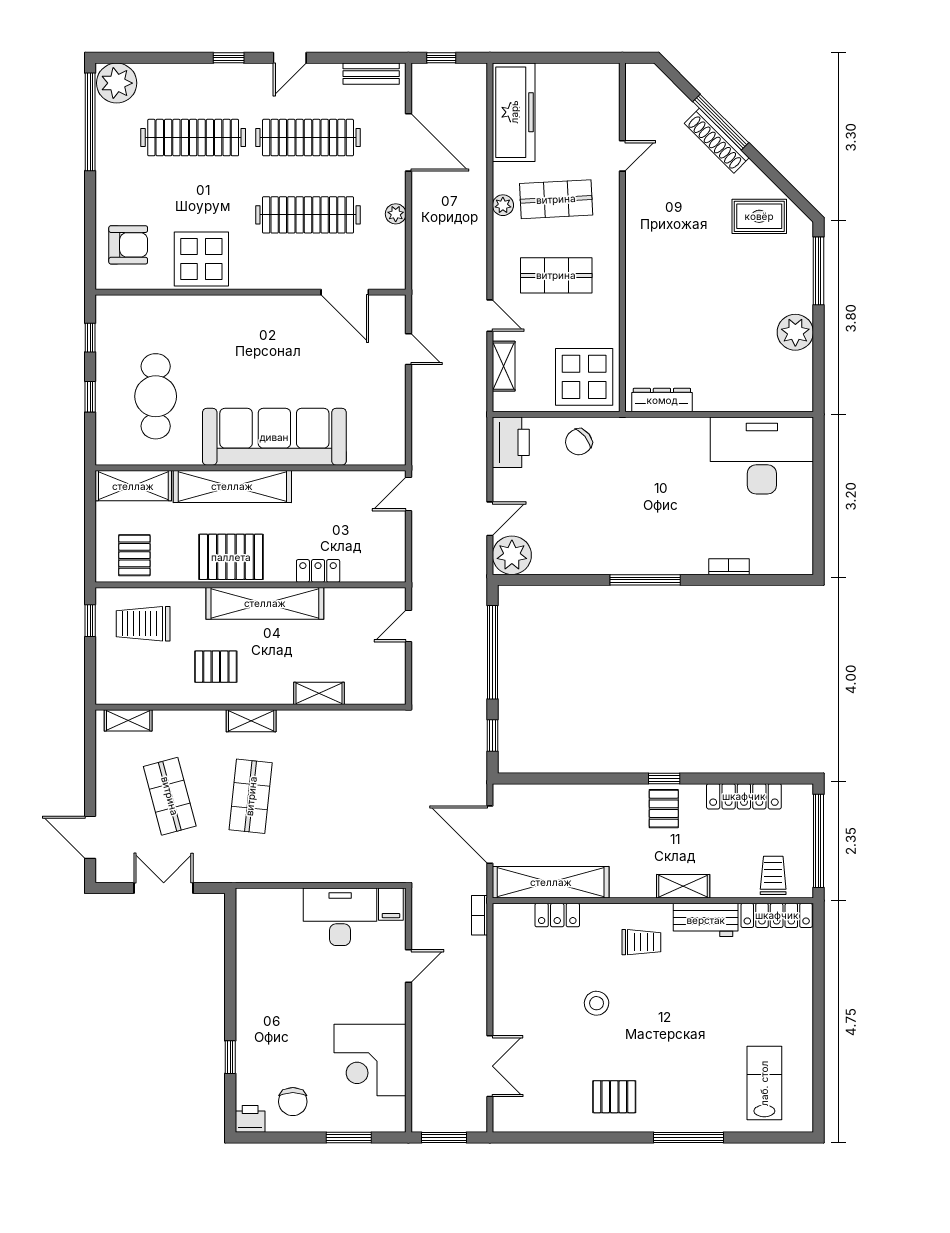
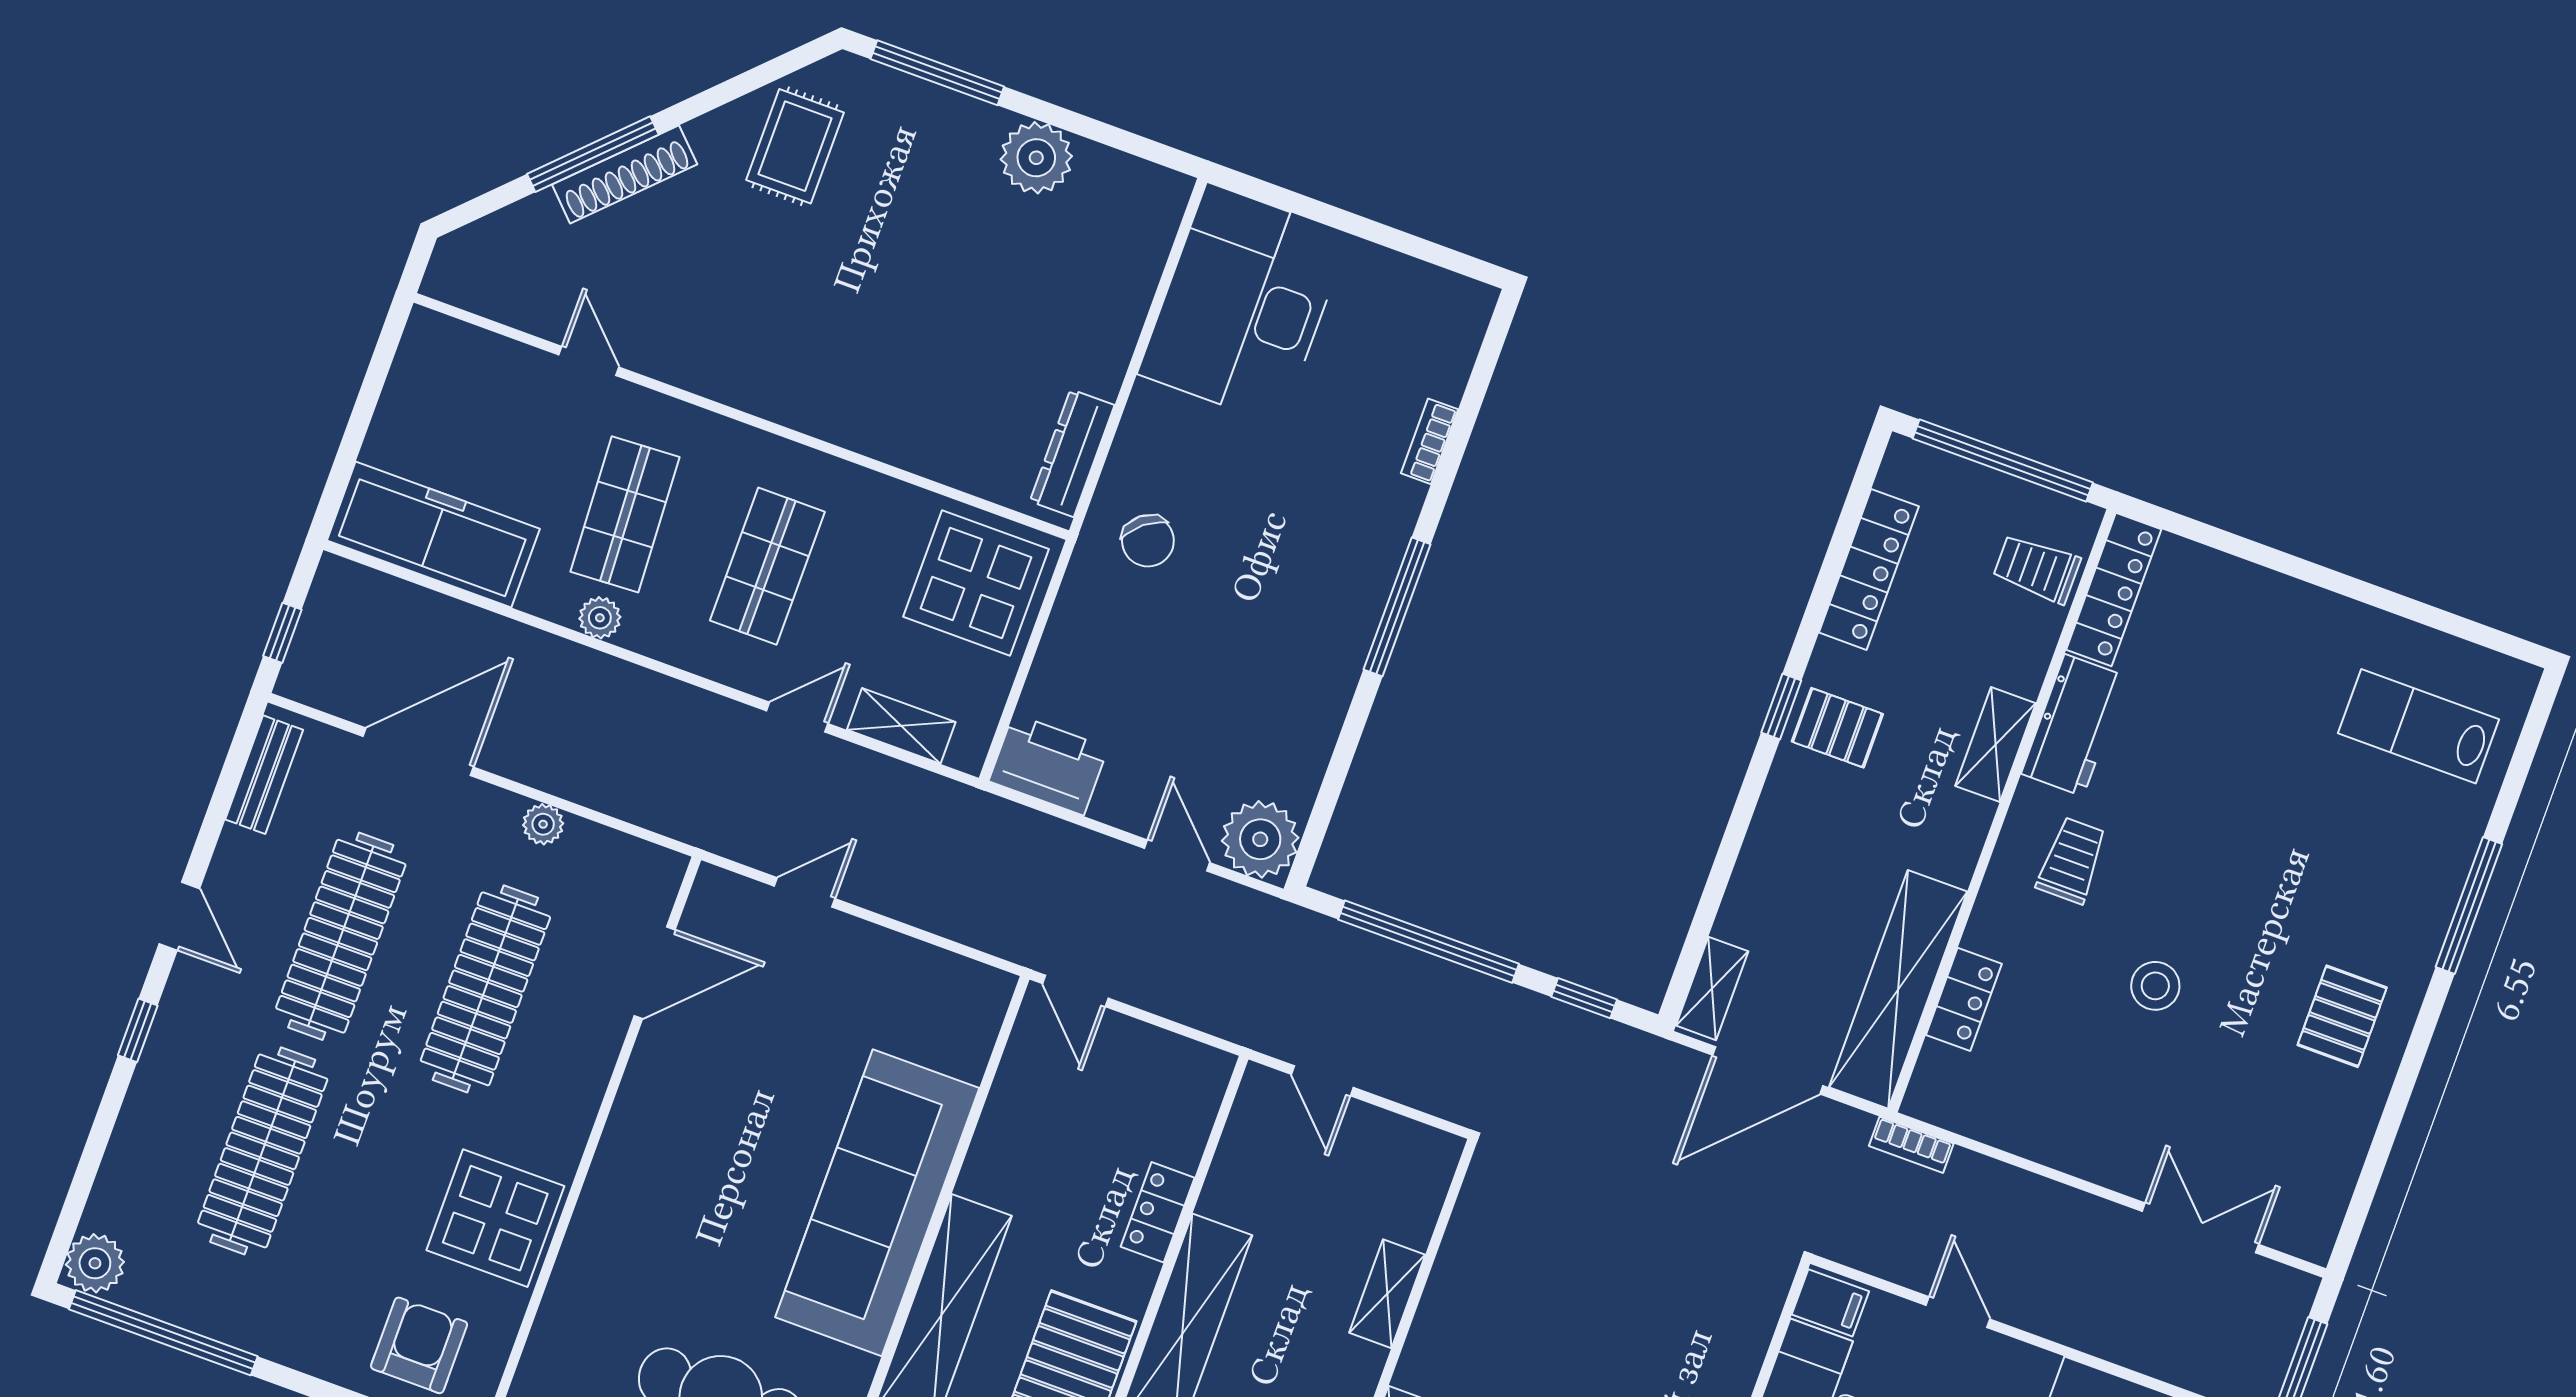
plant: (117, 83) -> (95, 1263), width x0.73, depth x0.73
chair: (579, 442) -> (1148, 541), moved
shelving: (519, 794) -> (1712, 988), added

